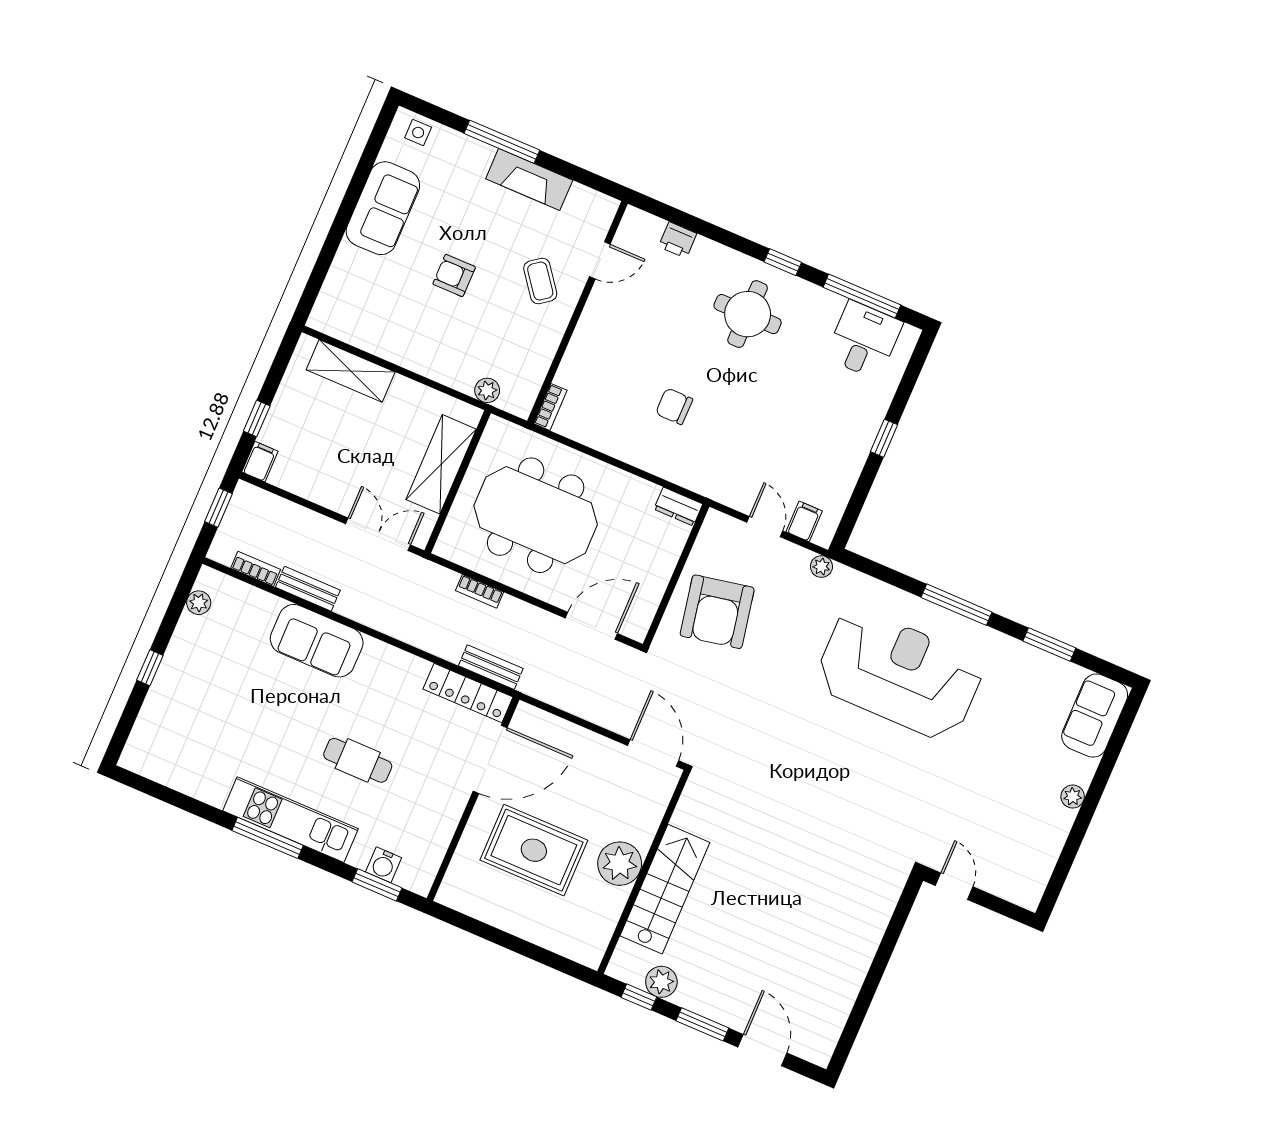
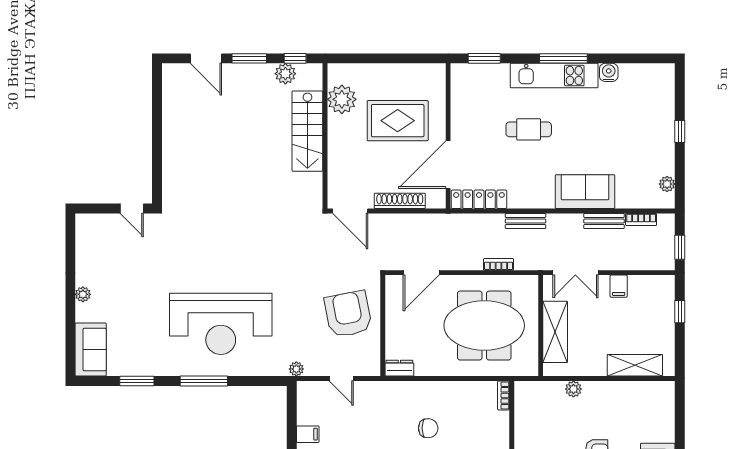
plant: (487, 390) -> (573, 389), moved
filing cabinet: (260, 462) -> (619, 286), moved
filing cabinet: (804, 521) -> (308, 434), moved, turned -90
bench: (491, 667) -> (525, 221), moved
shoe rack: (579, 738) -> (400, 201), added
plant: (620, 864) -> (342, 99), moved
water cooler: (384, 865) -> (609, 72), moved

